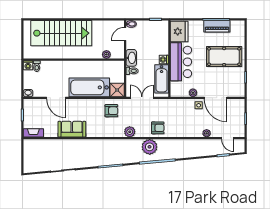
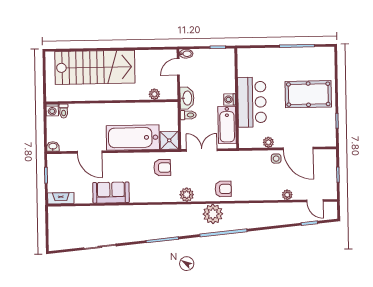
piano: (217, 26) -> (298, 55), removed
fridge: (179, 31) -> (249, 62), removed

